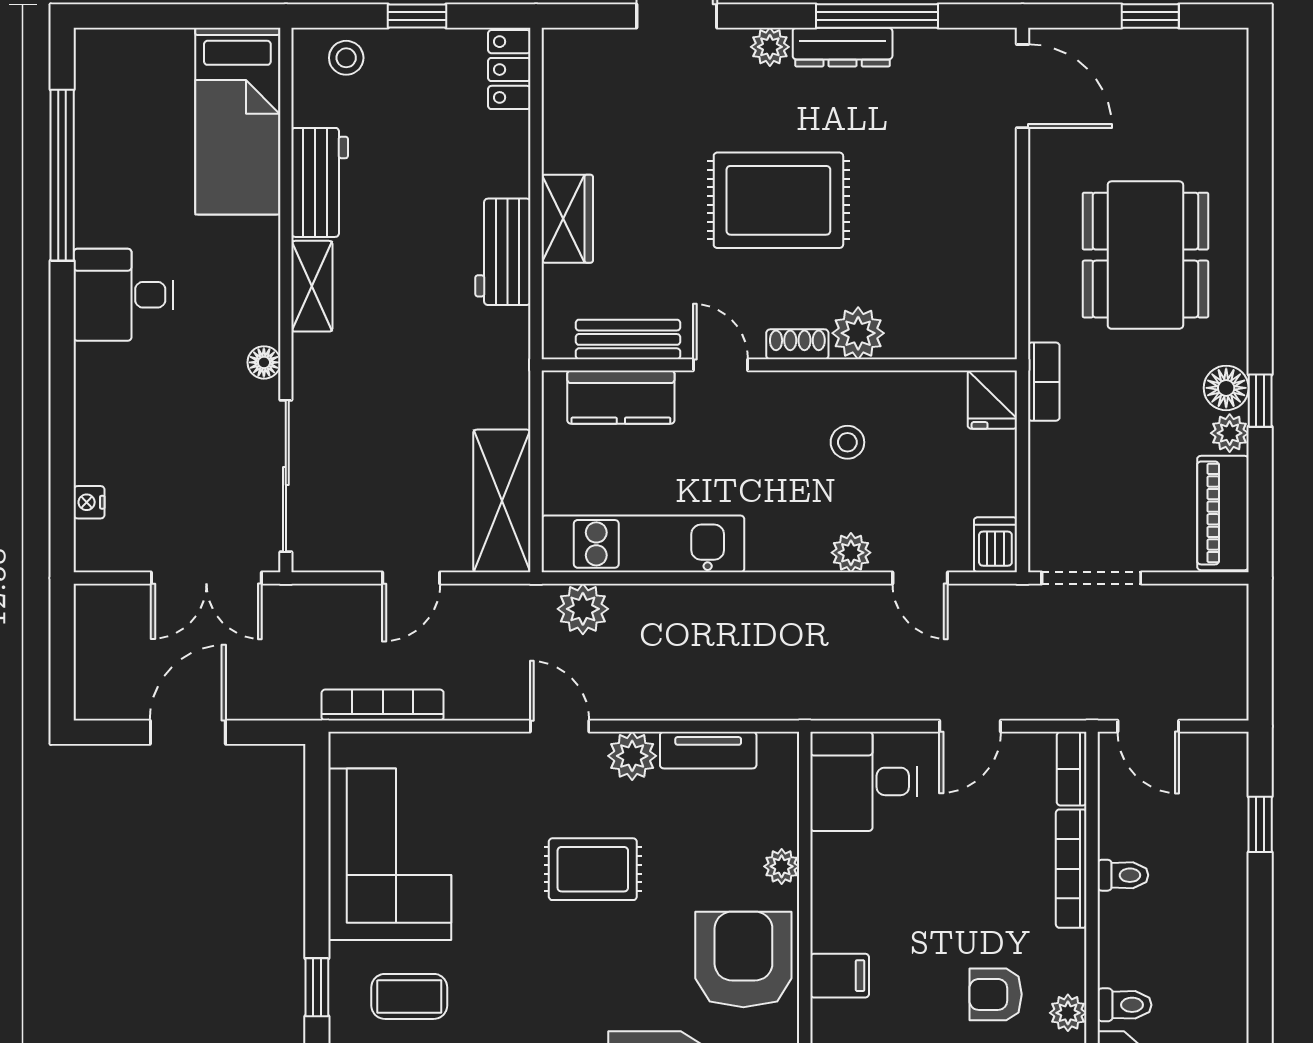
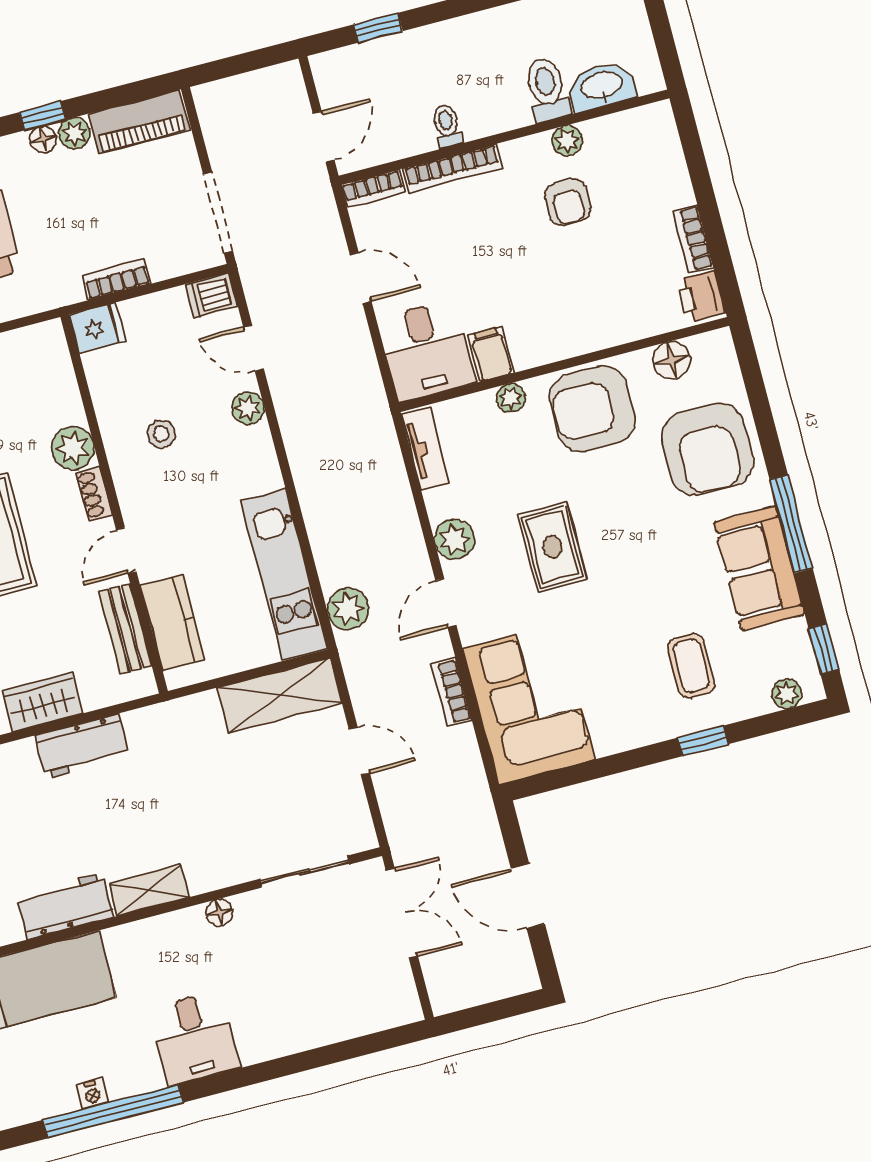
bookcase: (1044, 382) -> (116, 280), moved
floor lamp: (1226, 388) -> (43, 139), width x0.73, depth x0.73
sliding door: (286, 476) -> (305, 872), width x0.73
nightstand: (89, 502) -> (93, 1094), moved
door: (920, 578) -> (254, 348), swing flipped
bookcase: (383, 705) -> (451, 692), moved, width x0.64
tv unit: (708, 750) -> (426, 448), moved
corner sofa: (390, 854) -> (529, 704), moved, turned 90
filing cabinet: (840, 976) -> (491, 354), moved
toilet: (1124, 1005) -> (547, 89), width x1.37, depth x1.39

